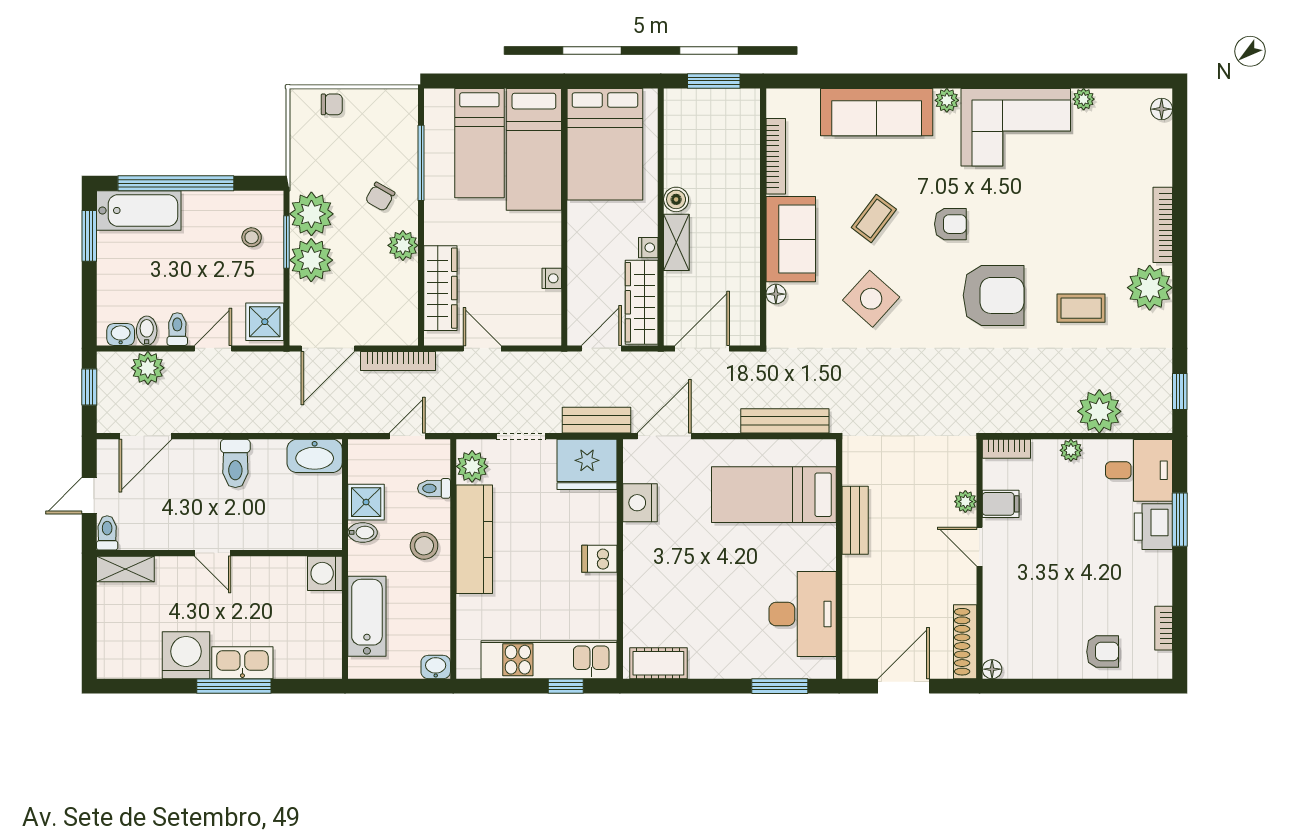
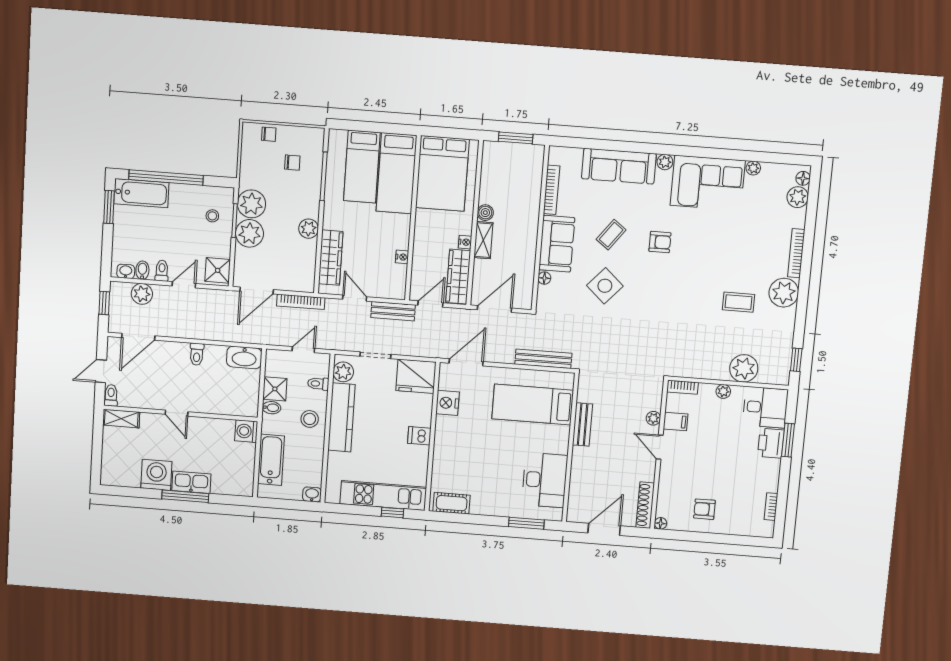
plant: (1156, 138) -> (798, 197), added
chair: (380, 197) -> (292, 163), moved, turned -120
armchair: (994, 295) -> (683, 290), removed
bench: (596, 420) -> (393, 311), moved
toilet: (235, 463) -> (197, 354), width x0.73, depth x0.72
armchair: (1103, 652) -> (704, 509), moved, turned 180

